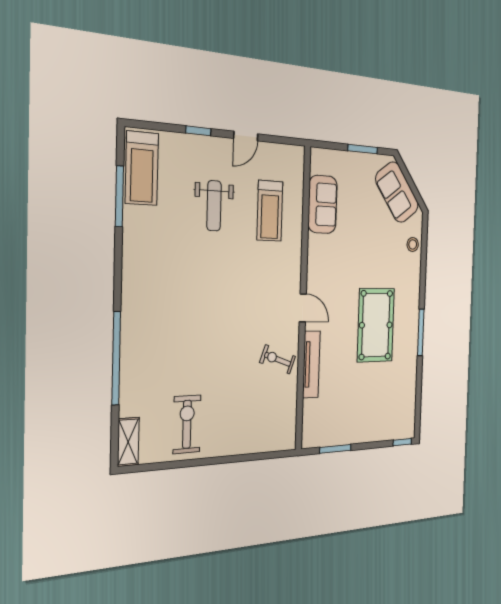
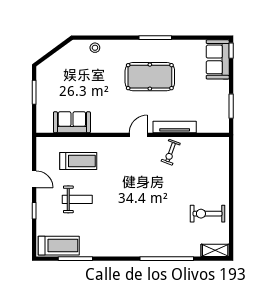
sofa: (397, 192) -> (218, 59), moved, turned 126

